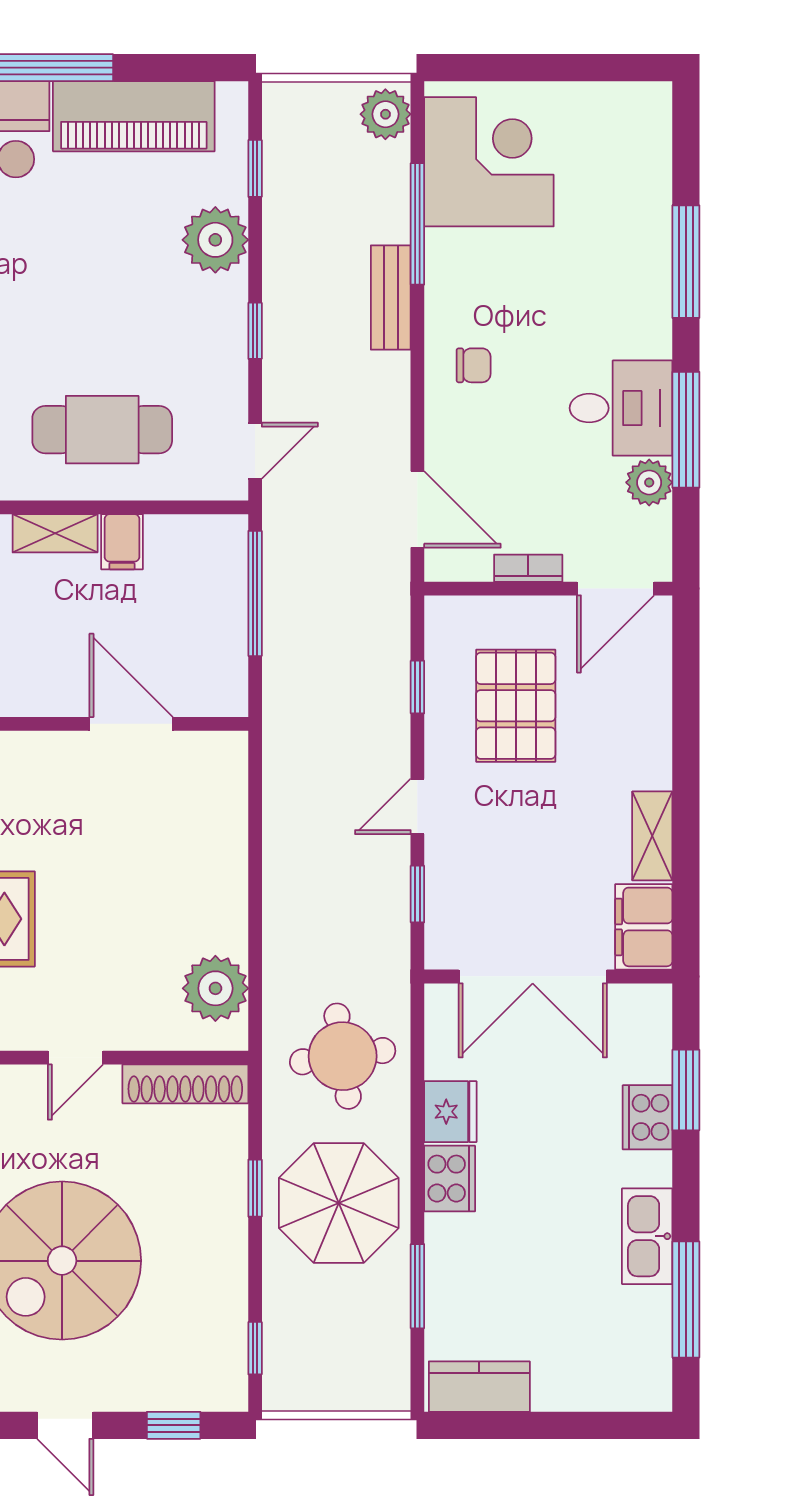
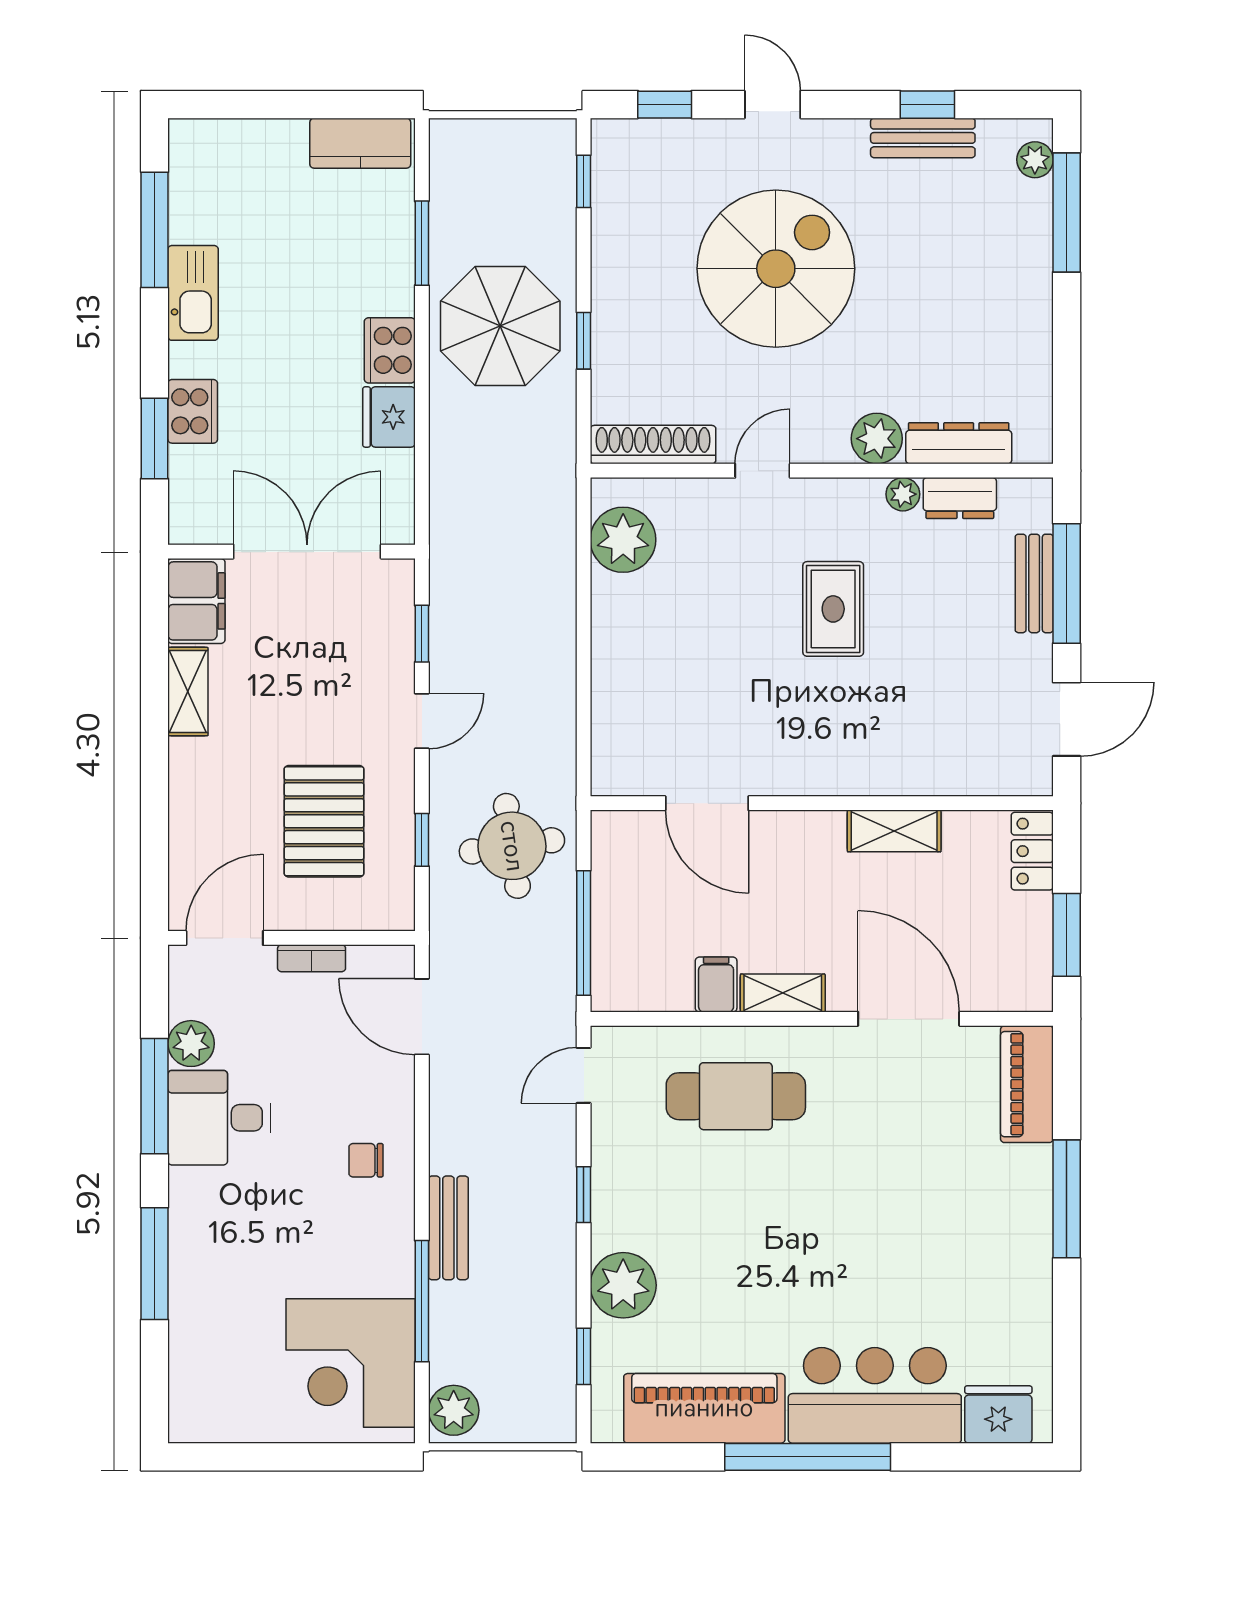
round table: (343, 1056) -> (512, 846), moved

